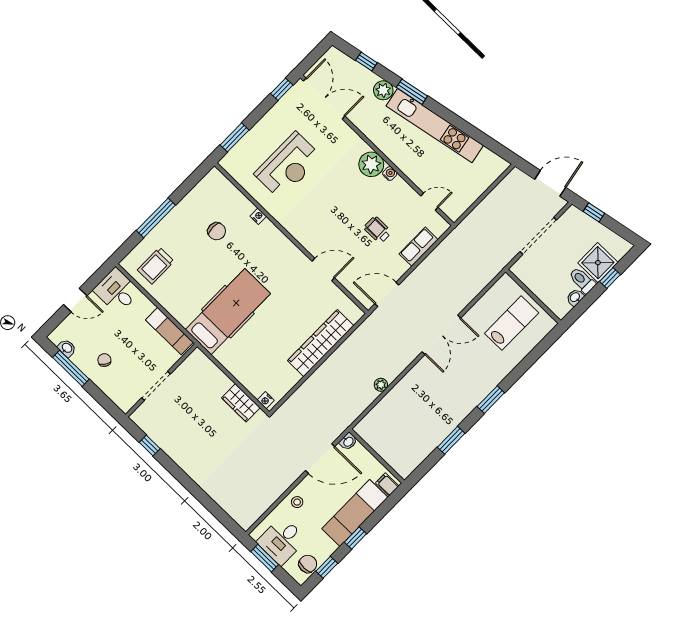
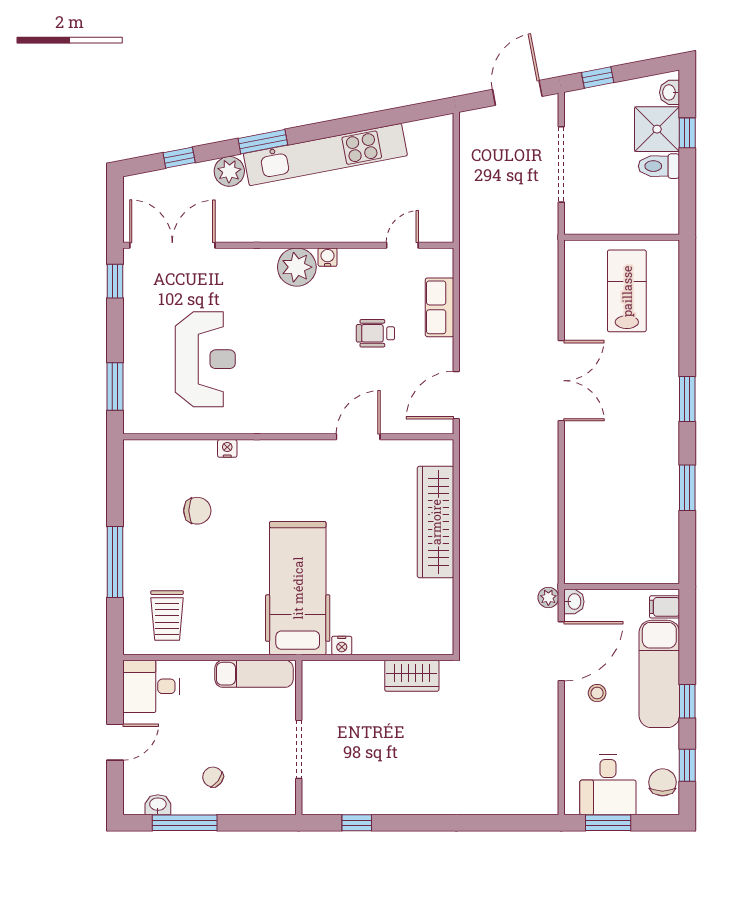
washbasin: (575, 297) -> (670, 92), moved
plant: (381, 385) -> (548, 597), moved
nightstand: (266, 400) -> (342, 645), moved
stool: (297, 502) -> (597, 693), moved

